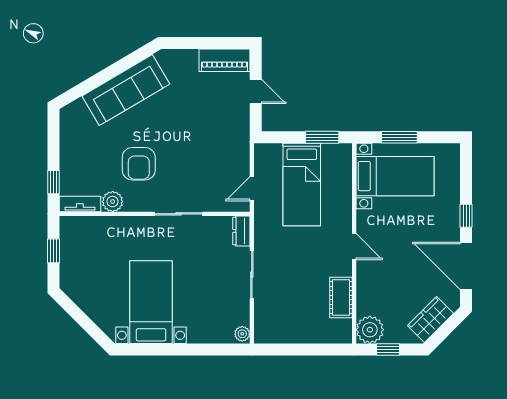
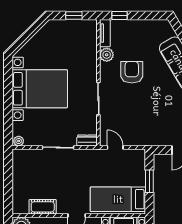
window: (322, 137) -> (149, 181), moved
armchair: (139, 164) -> (132, 72), turned 90
bed: (302, 185) -> (118, 199), moved
bed with nightstands: (151, 302) -> (40, 89), width x1.36

